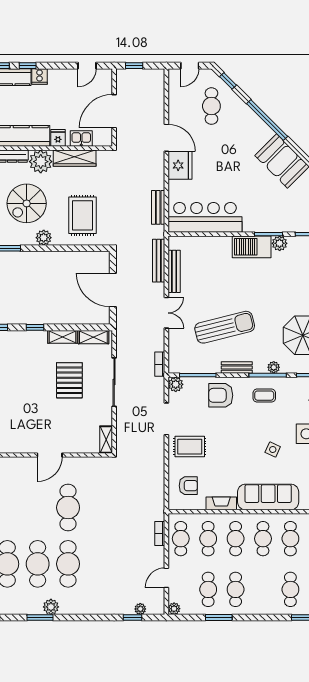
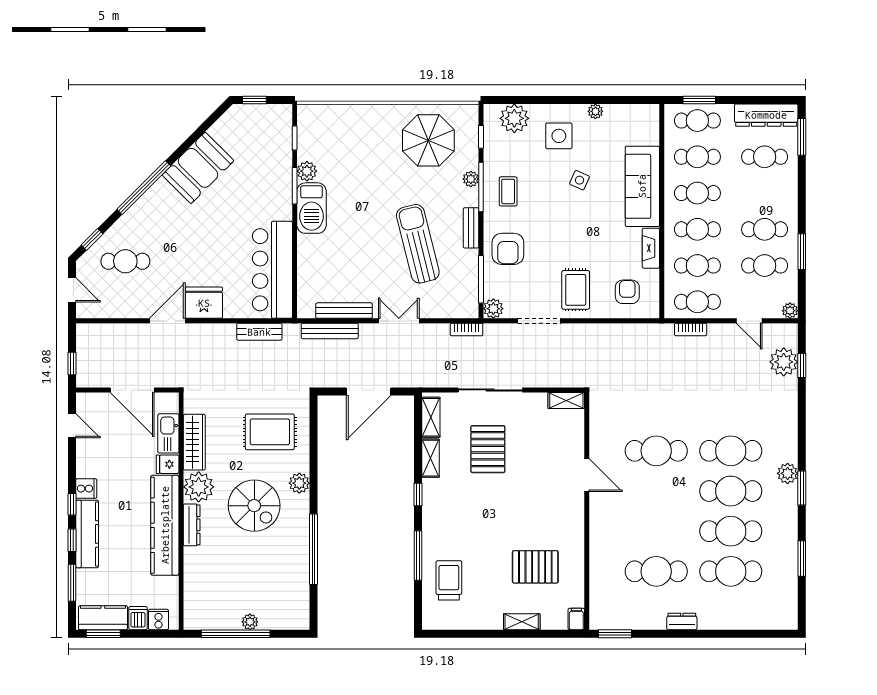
kitchen sink: (81, 139) -> (168, 433), width x1.38
pallet: (69, 380) -> (488, 449), turned 90
plant: (140, 609) -> (784, 362), width x1.87, depth x1.87

